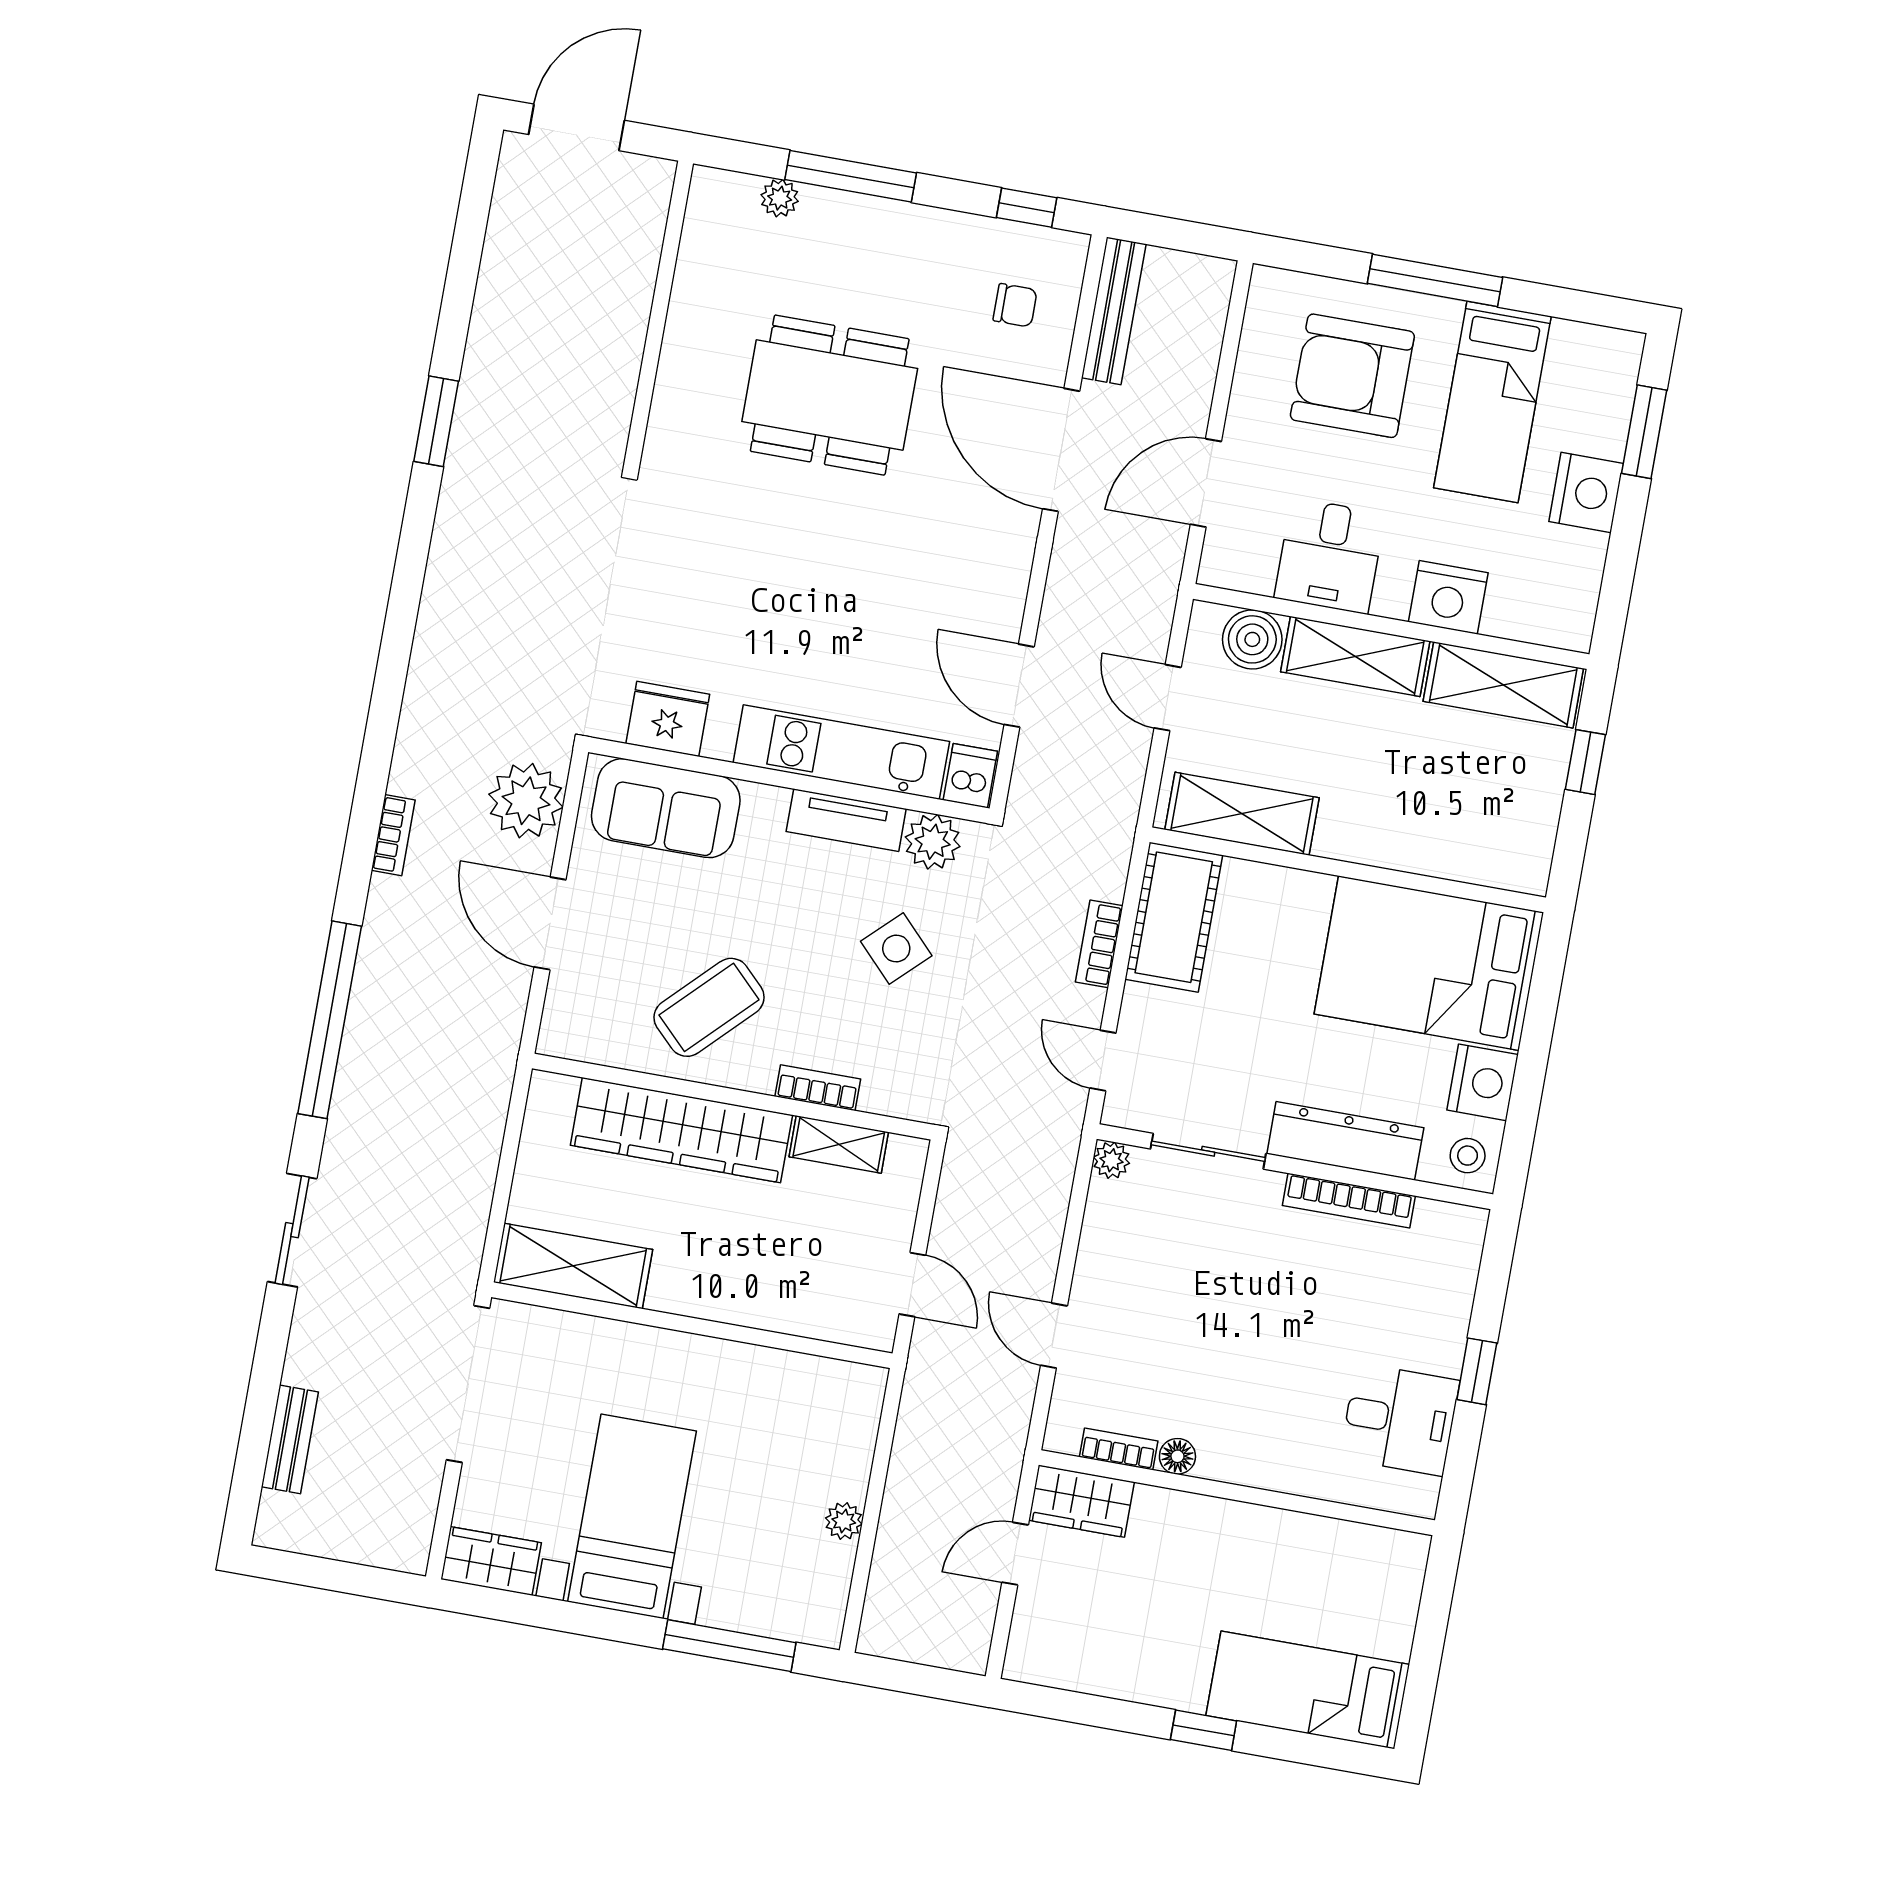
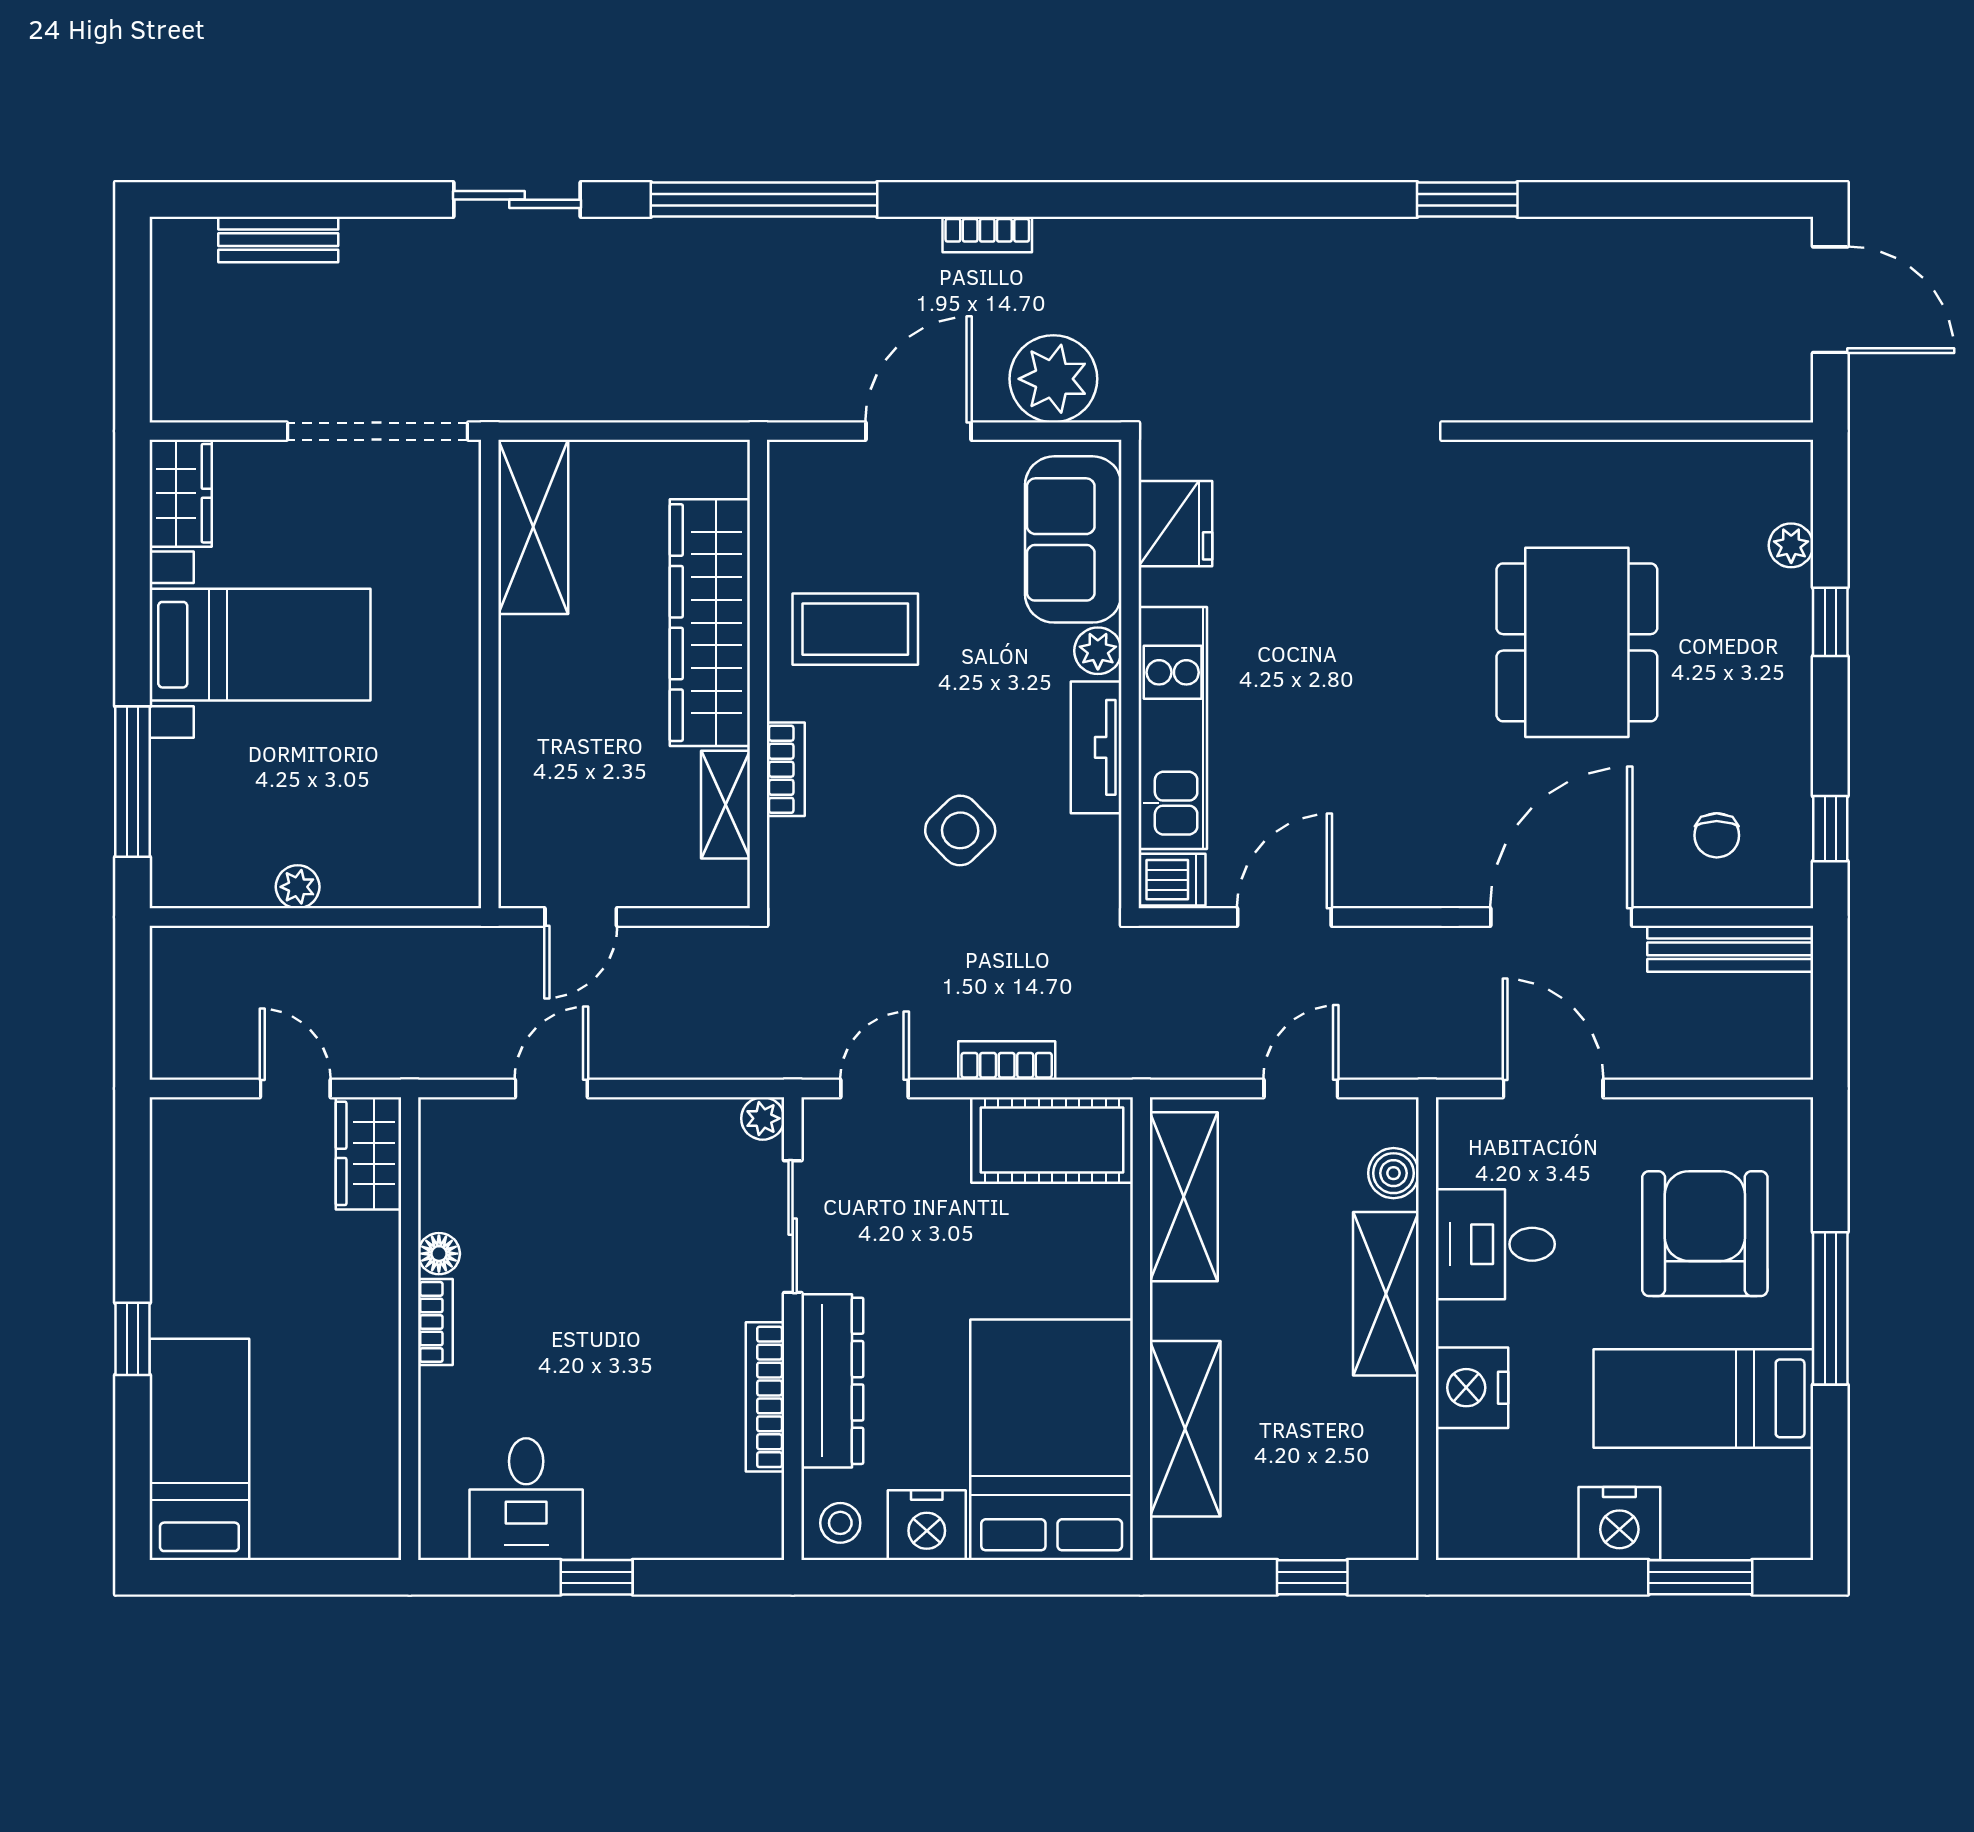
window: (851, 176) -> (1830, 622), width x0.46
boiler: (1252, 639) -> (1393, 1173), width x0.73, depth x0.73
shelving: (1503, 685) -> (1185, 1429), moved
plant: (933, 842) -> (1098, 651), moved, width x0.73, depth x0.73
coffee table: (709, 1007) -> (855, 629), turned -45
bookcase: (1119, 1449) -> (435, 1322), moved

